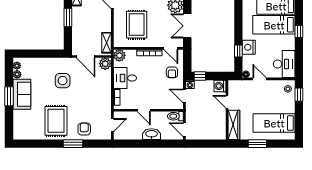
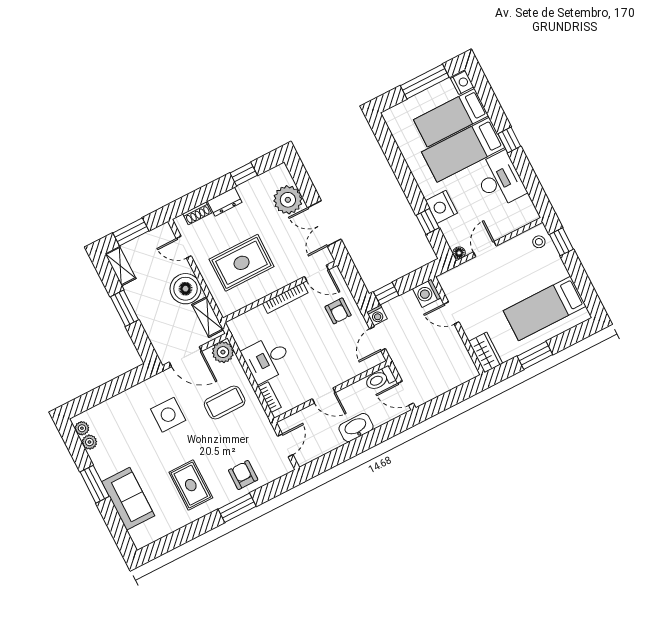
boiler: (103, 23) -> (185, 289), added
rug: (137, 25) -> (242, 263), turned 90
plant: (119, 55) -> (239, 327), removed
desk: (284, 64) -> (500, 180), moved
door: (260, 79) -> (485, 249), hinge flipped
coffee table: (93, 89) -> (225, 402), added
sofa: (22, 94) -> (128, 499), moved
door: (184, 96) -> (378, 339), hinge flipped
rug: (56, 121) -> (191, 485), width x0.73, depth x0.70
wardrobe: (234, 125) -> (486, 352), width x0.67

